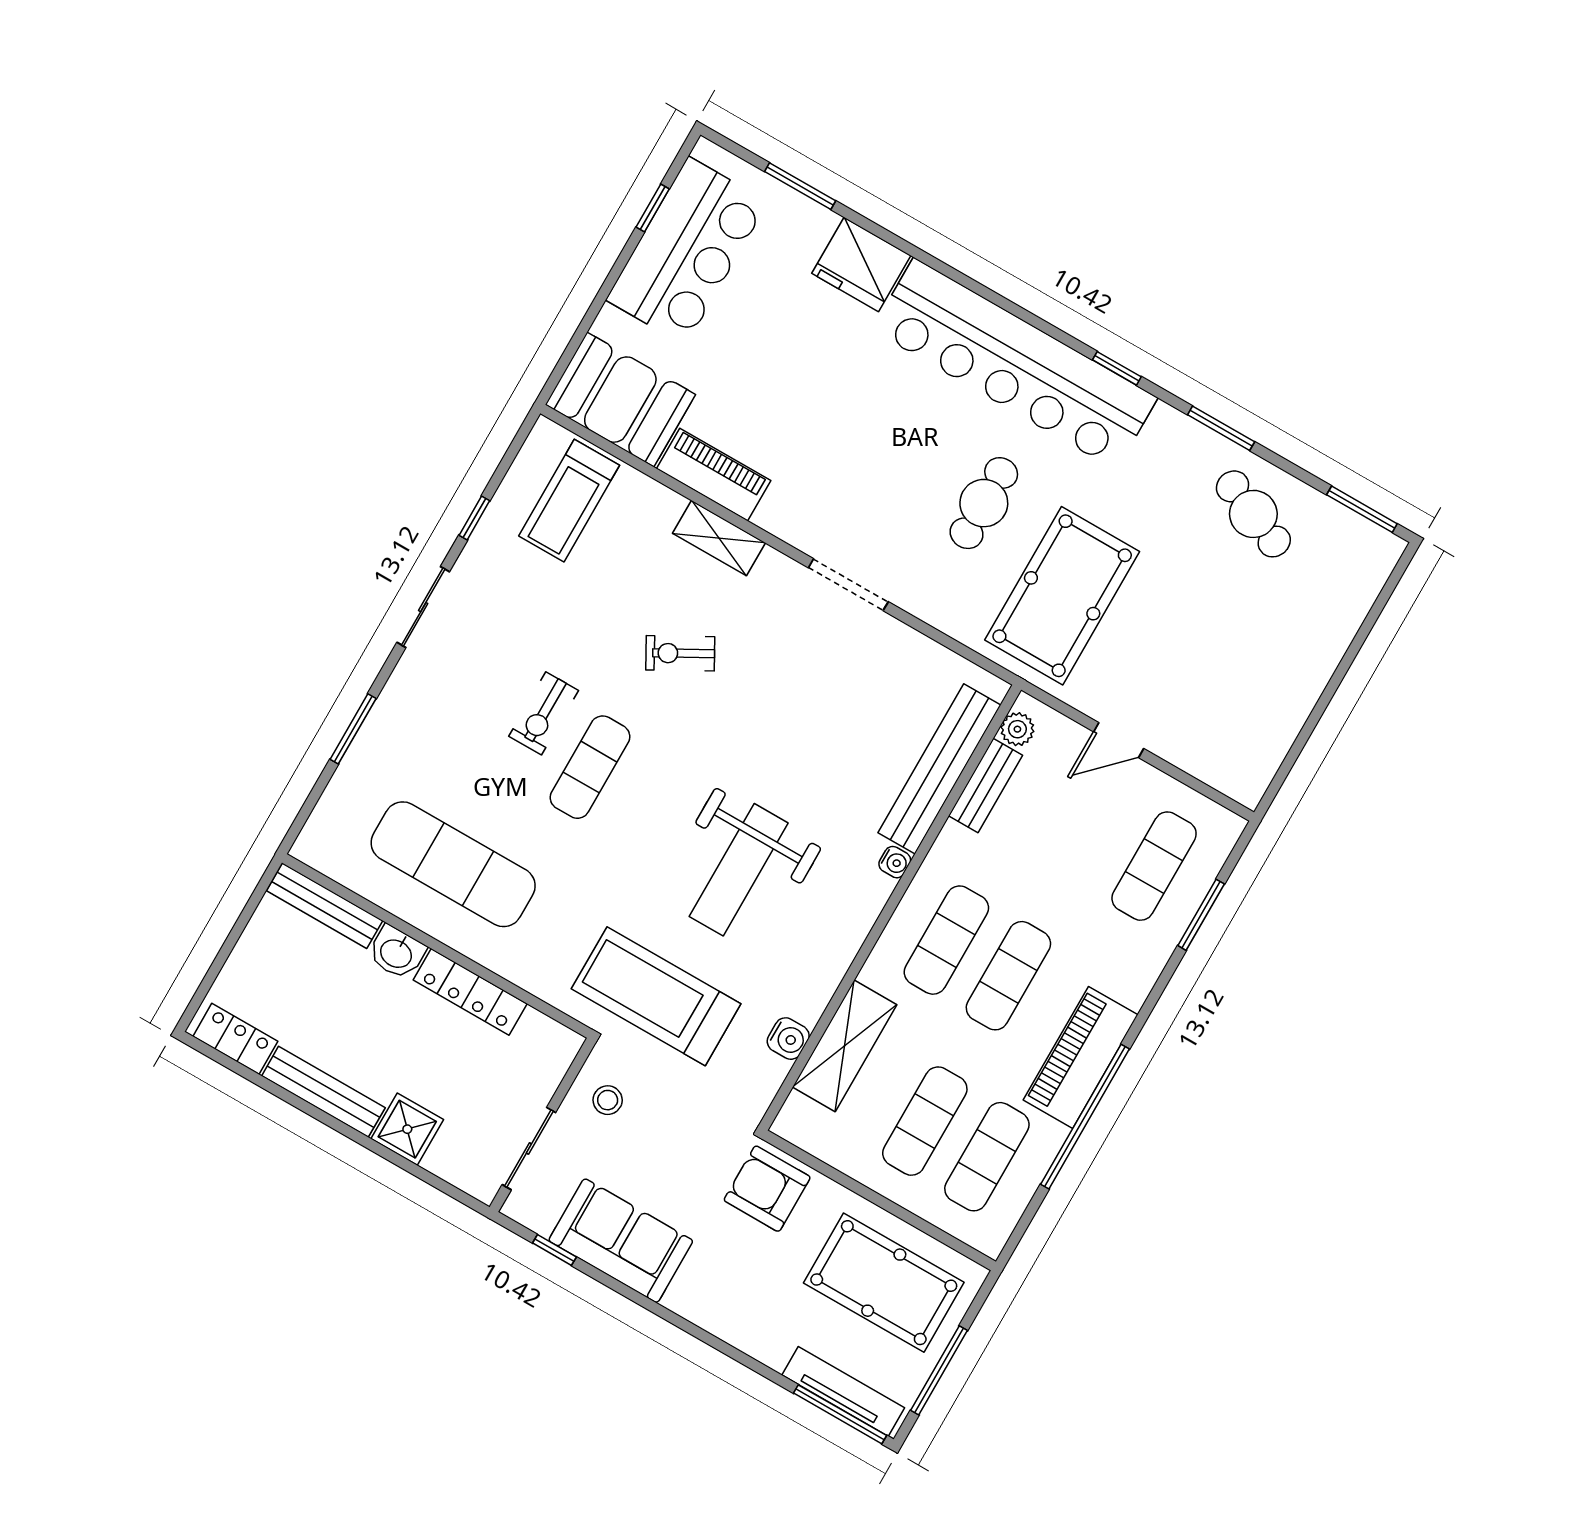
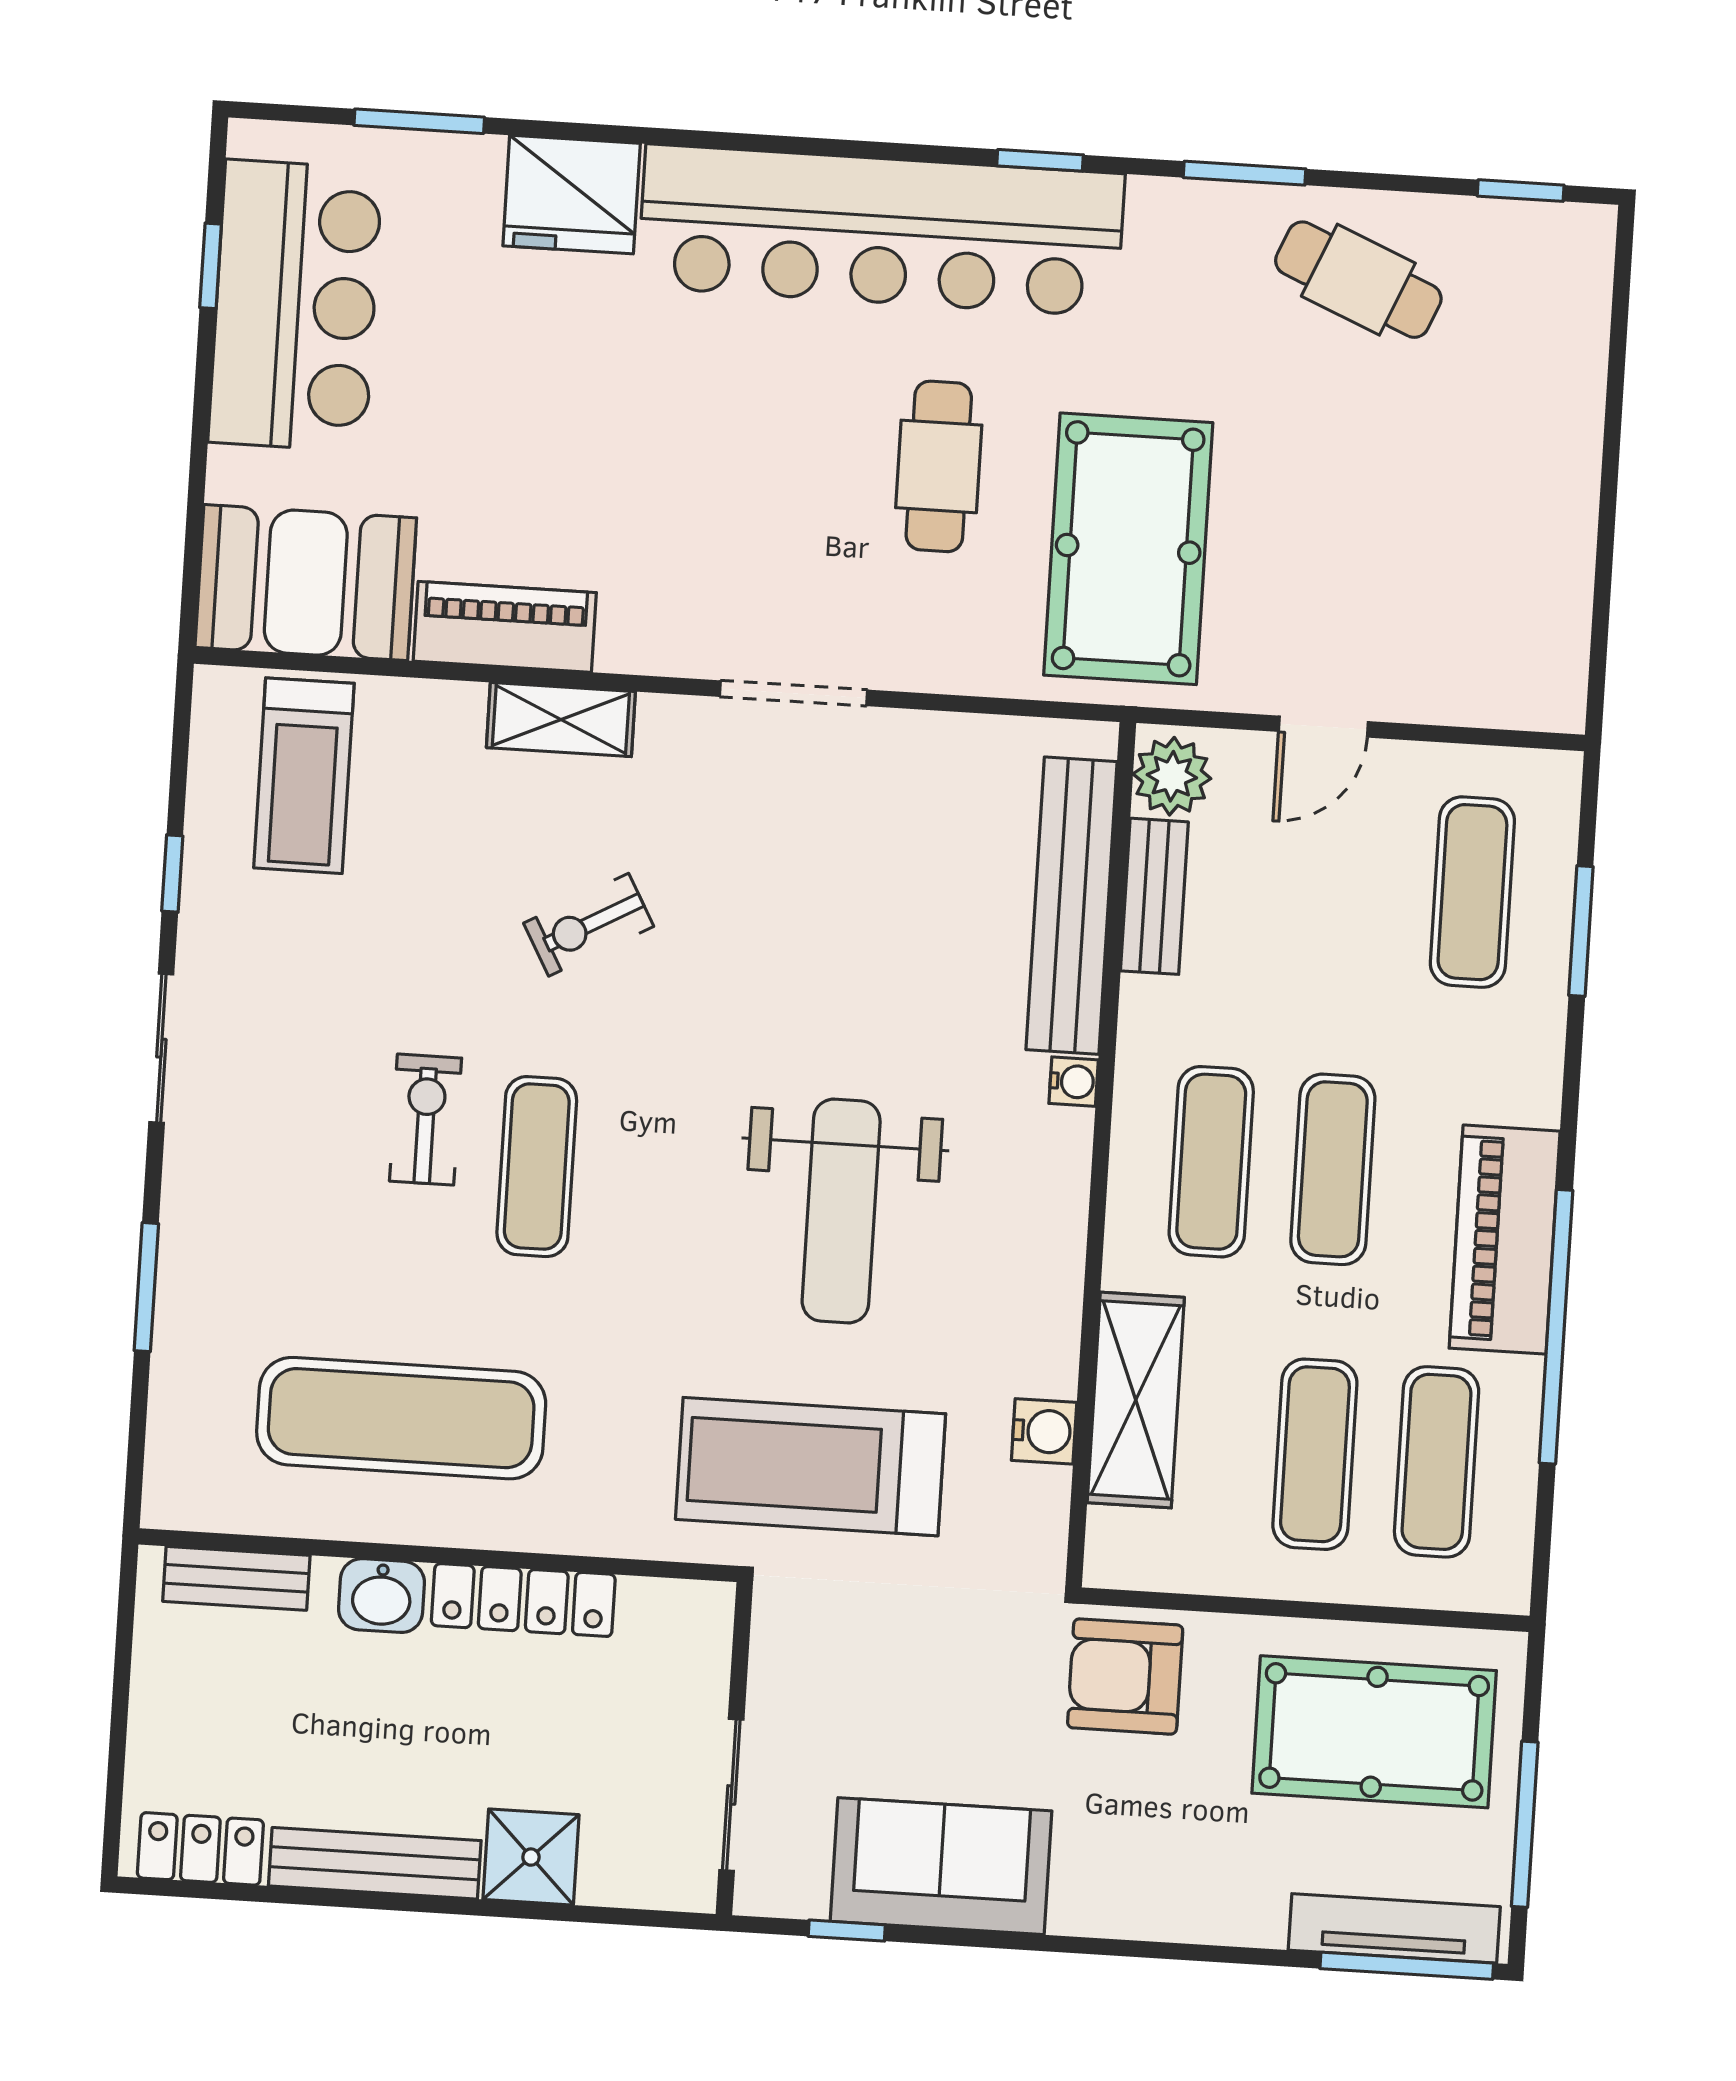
window: (1362, 509) -> (1521, 191), width x0.67
exercise bike: (544, 713) -> (426, 1120), turned 180
plant: (1017, 729) -> (1172, 776), width x1.38, depth x1.38
bench: (325, 906) -> (236, 1578), width x0.73
stool: (608, 1100) -> (815, 1662), removed

